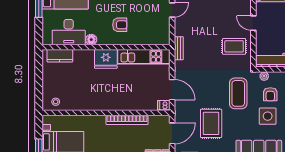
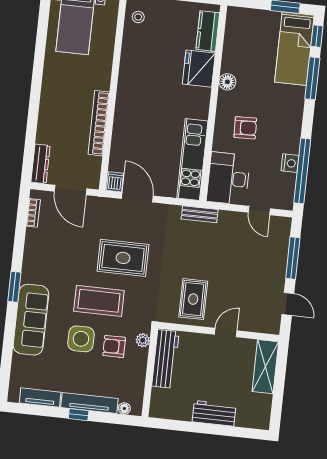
armchair: (120, 25) -> (245, 128), turned -92
desk: (69, 32) -> (228, 178), moved
fridge: (106, 59) -> (199, 69), moved
door: (172, 90) -> (137, 197), swing flipped
coffee table: (238, 93) -> (99, 301), moved
rug: (211, 123) -> (123, 258), moved

